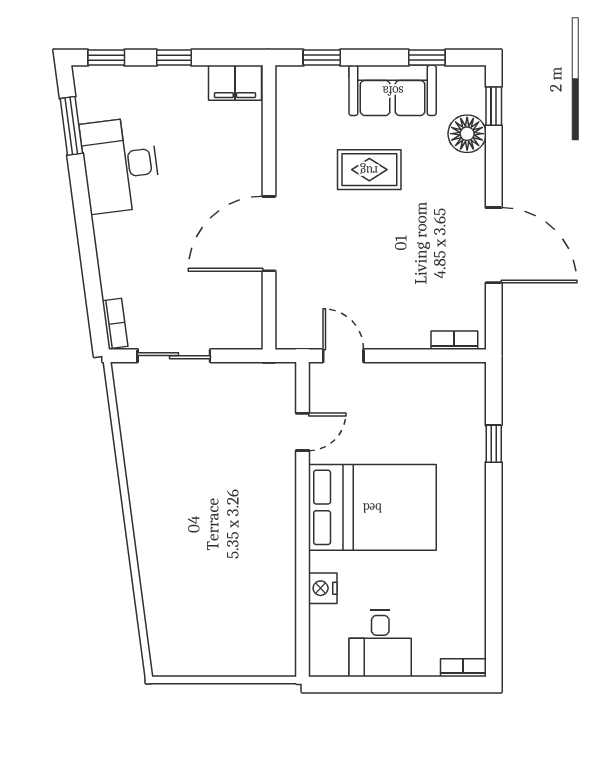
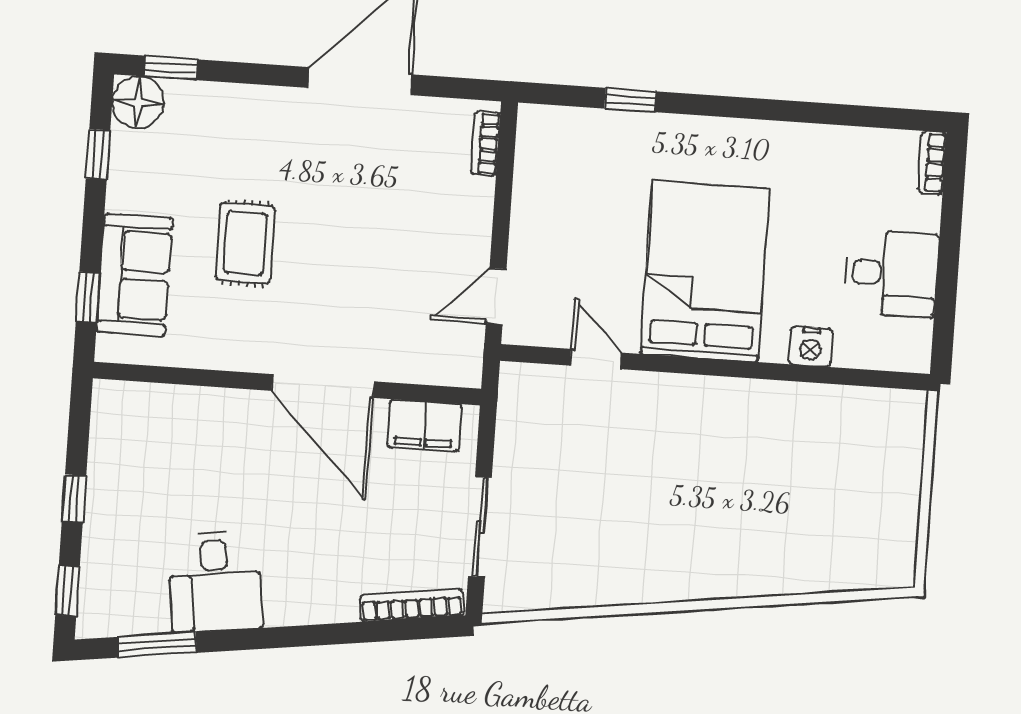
filing cabinet: (235, 83) -> (424, 426), moved, turned 90
sofa: (393, 90) -> (134, 275), moved
floor lamp: (467, 134) -> (138, 102), moved
desk: (120, 165) -> (215, 582), width x0.73
bookcase: (115, 323) -> (412, 605), width x1.56

